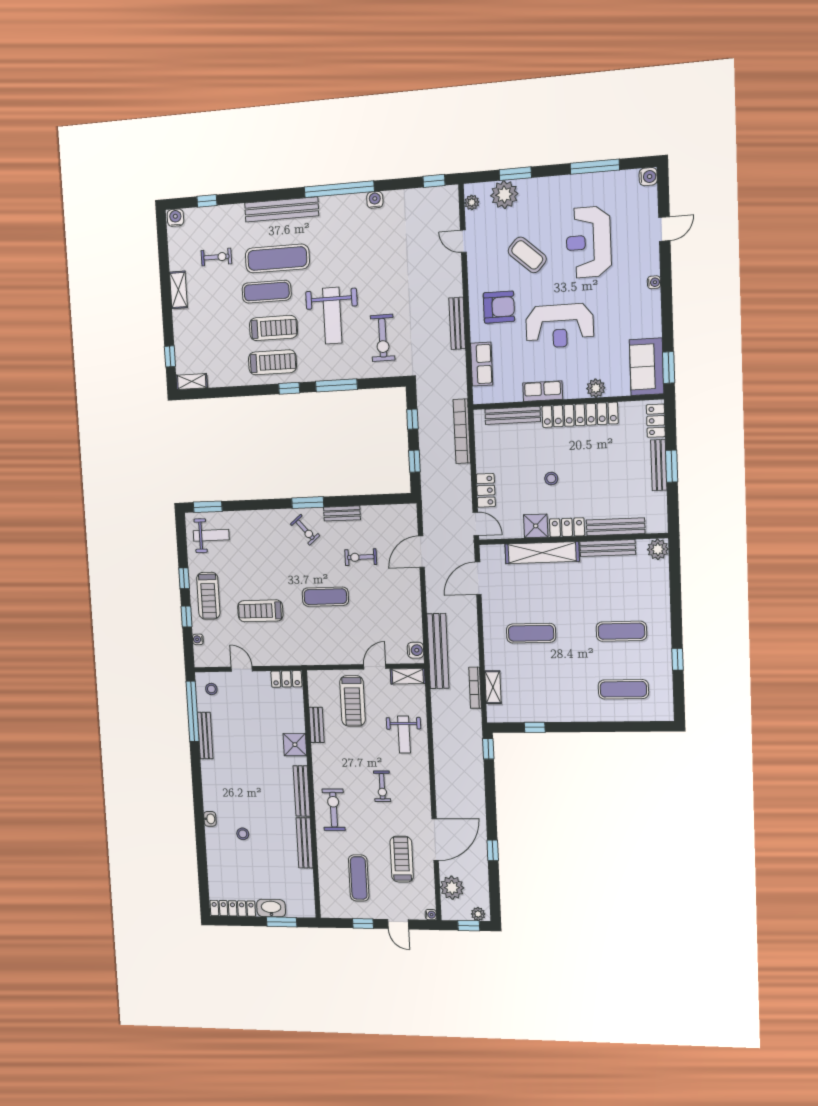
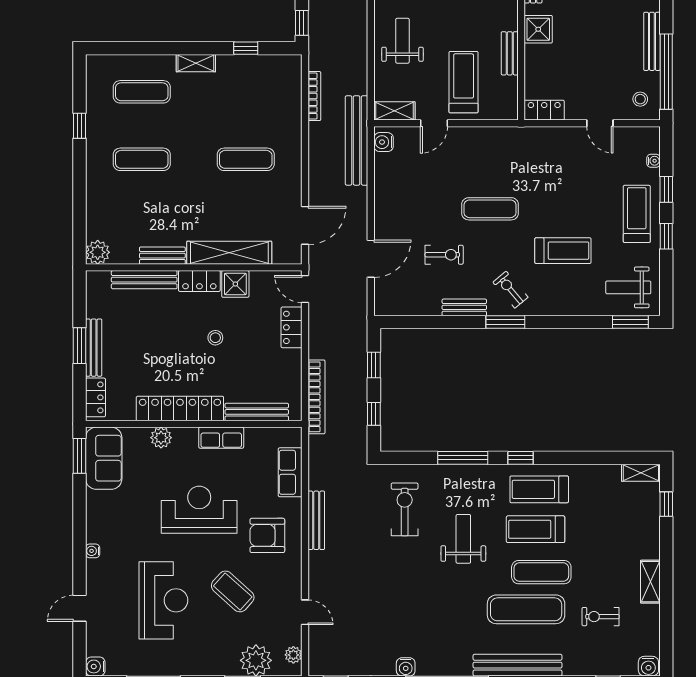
weight bench: (332, 316) -> (463, 539), width x0.73, depth x0.75
bench: (608, 548) -> (162, 256), width x0.73
treadmill: (260, 611) -> (563, 251), moved
shelving: (493, 687) -> (196, 63), moved, turned 90

